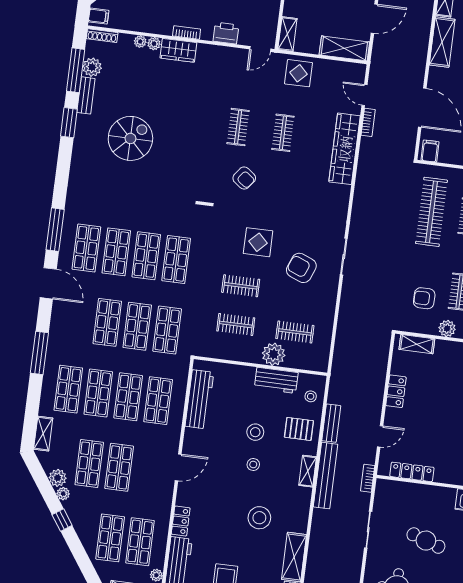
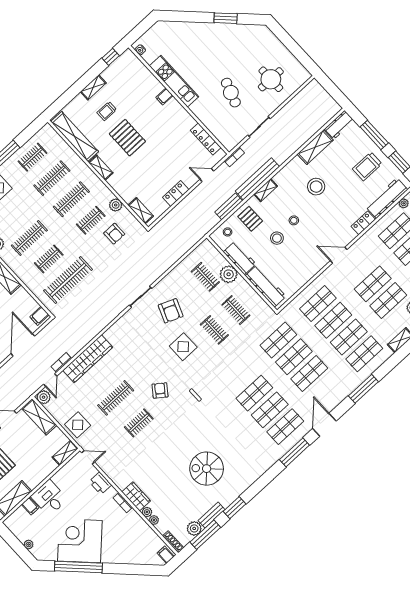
plant: (357, 72) -> (44, 397), added
clothes rail: (283, 133) -> (116, 398), width x1.36
shop shelf: (176, 260) -> (239, 376), removed
workbench: (199, 399) -> (266, 286), moved, turned 90

